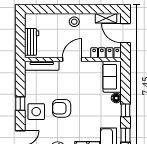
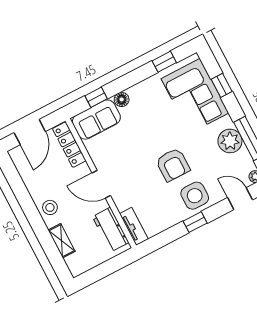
shelving: (106, 18) -> (62, 241), moved
workbench: (32, 42) -> (111, 230), moved, turned -90
tv unit: (42, 66) -> (134, 226), width x0.71
window: (126, 110) -> (96, 97), moved

